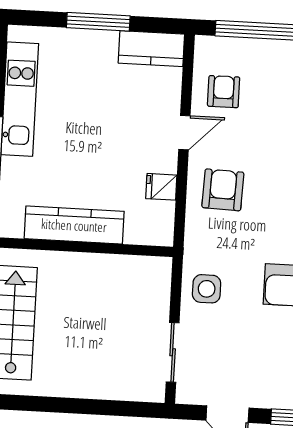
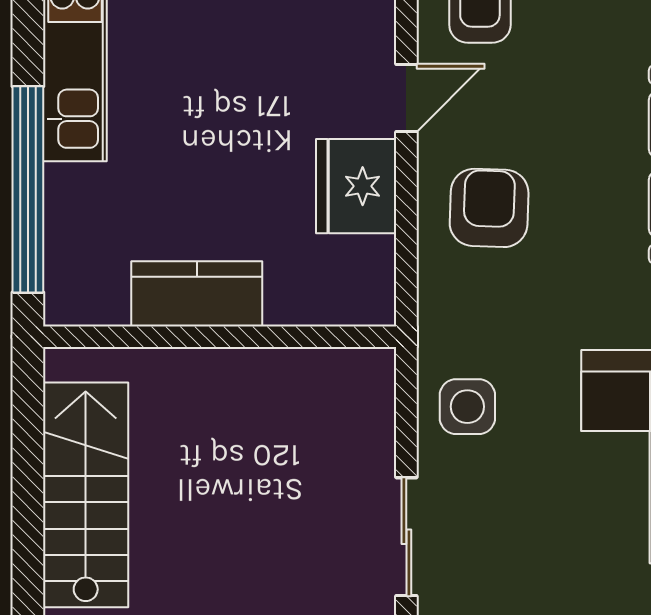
fridge: (161, 187) -> (356, 186), width x1.88, depth x1.34
kitchen counter: (74, 225) -> (197, 294), width x0.67

